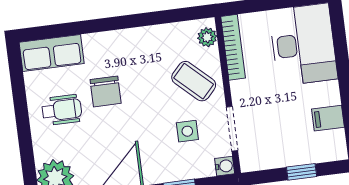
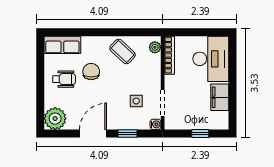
coffee table: (194, 81) -> (123, 51), moved
chair: (106, 91) -> (91, 72), turned 180
filing cabinet: (328, 118) -> (220, 97), width x2.00

